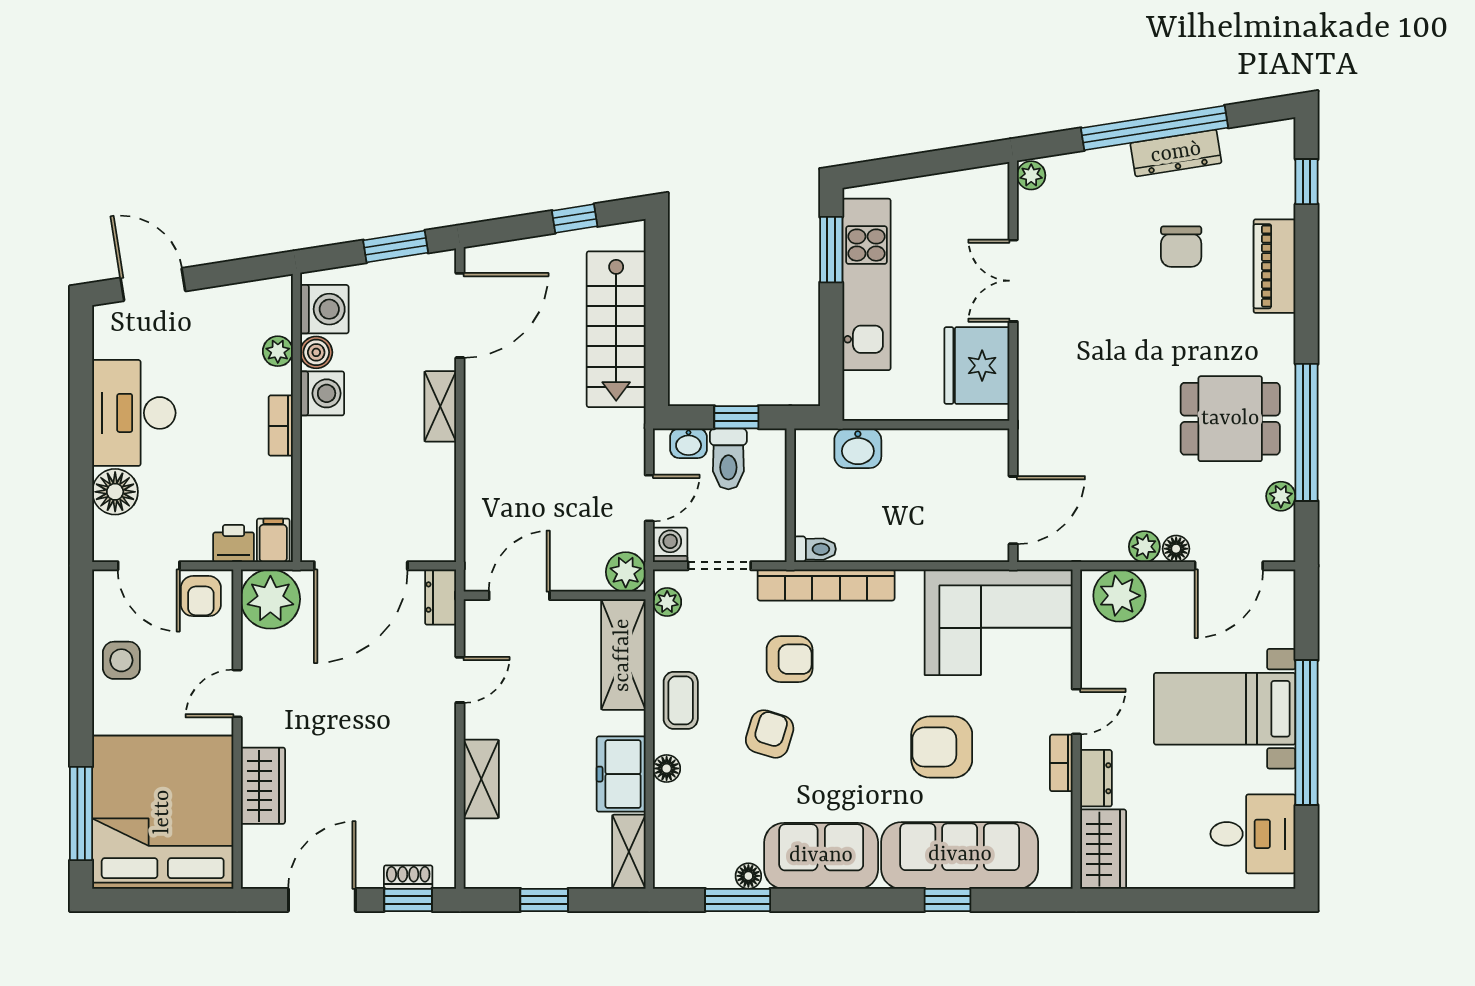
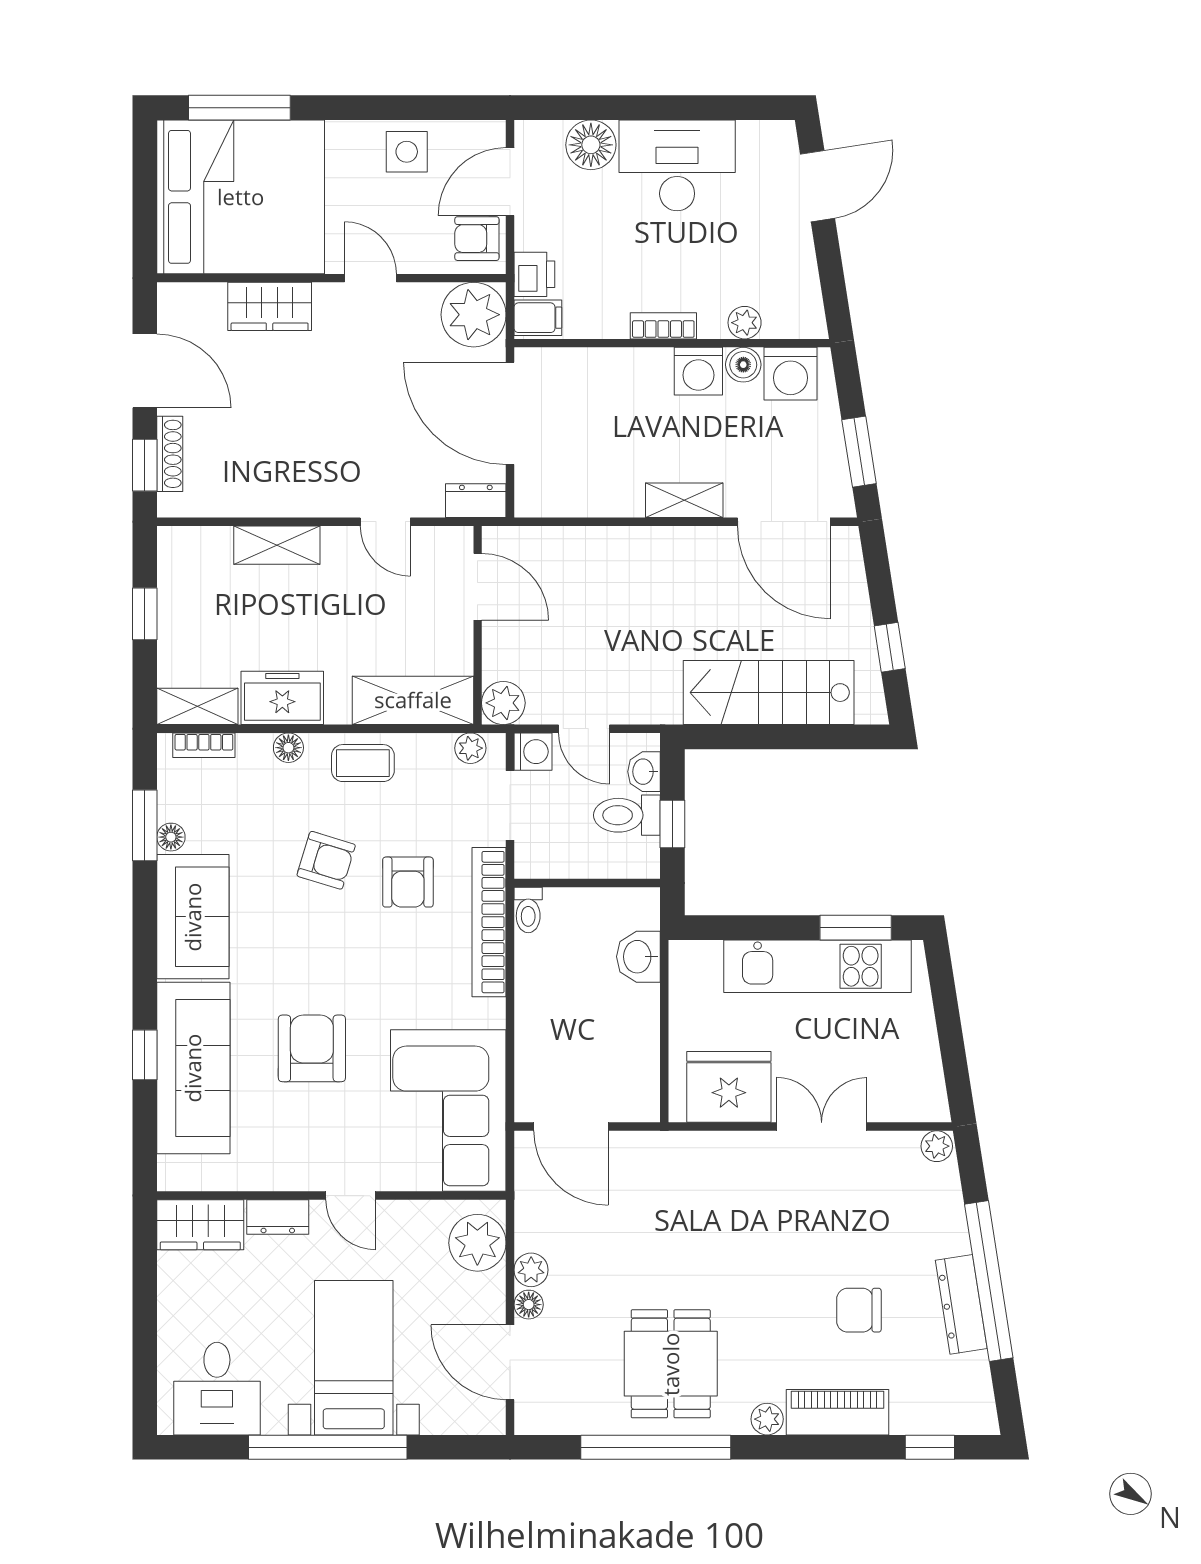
plant: (1281, 496) -> (767, 1419), moved
bookcase: (1061, 763) -> (204, 745), moved, turned 180
shoe rack: (408, 877) -> (170, 454), width x1.43

